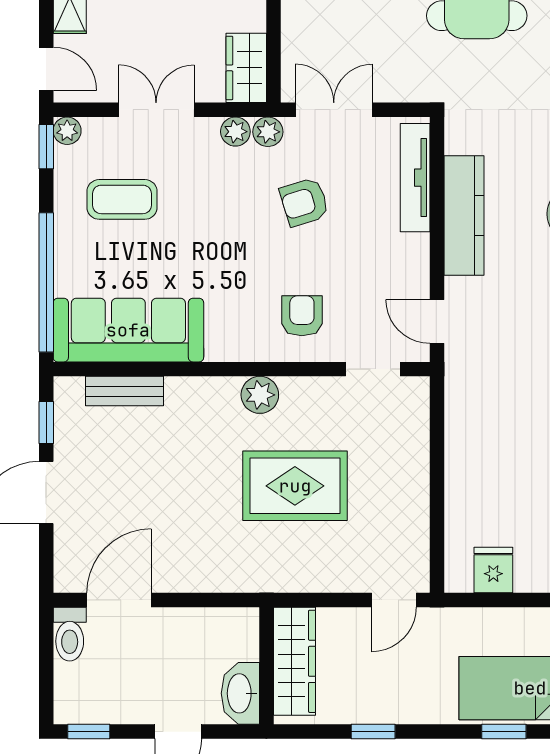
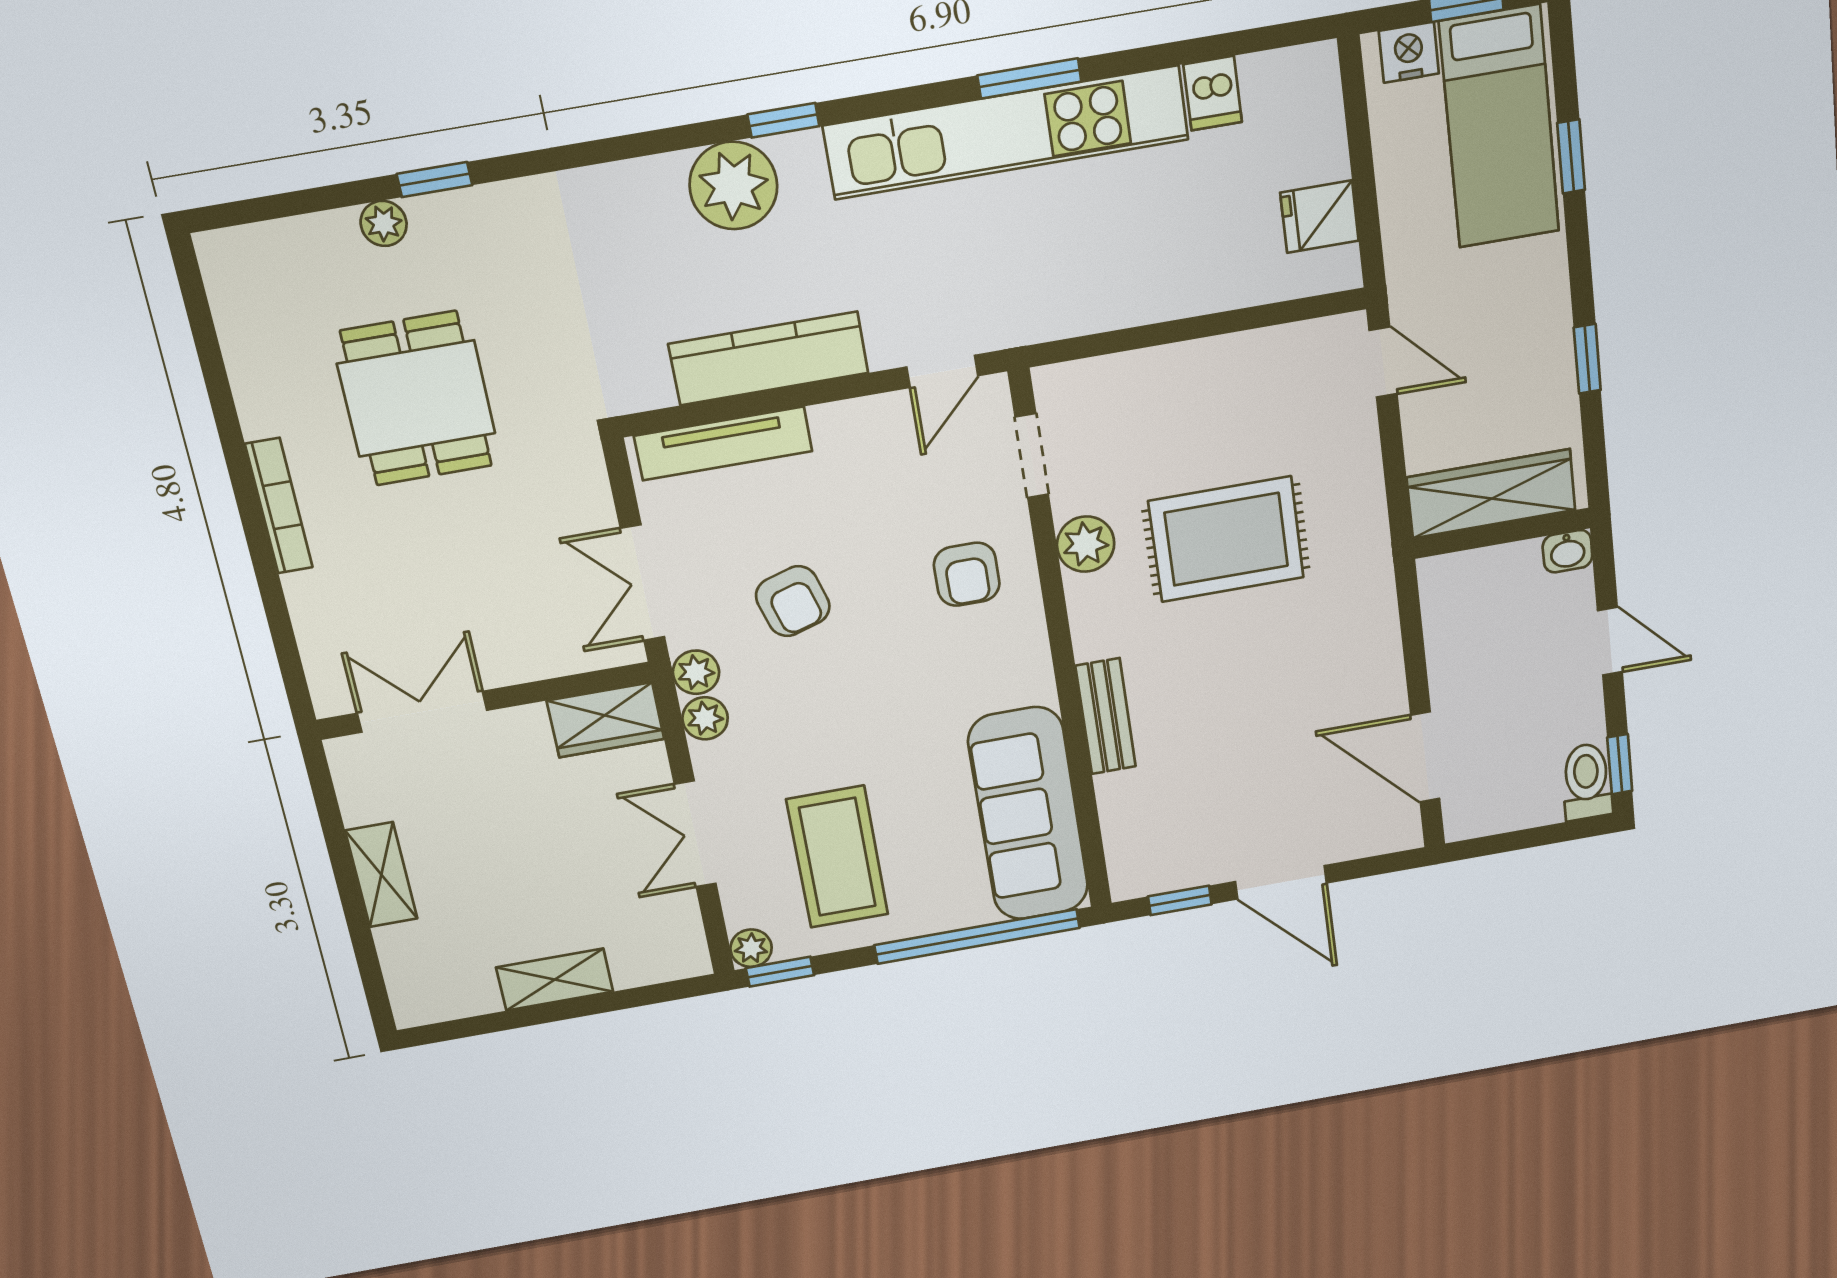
door: (46, 69) -> (666, 992), removed
coffee table: (122, 199) -> (837, 857), width x1.36, depth x1.32
armchair: (302, 316) -> (967, 574), turned -90
bench: (124, 391) -> (1106, 716), moved
plant: (260, 395) -> (1086, 544), moved
rug: (295, 486) -> (1226, 539), turned 90
toilet: (70, 634) -> (1587, 782), moved, turned -90
washbasin: (240, 693) -> (1568, 551), width x0.52, depth x0.69

